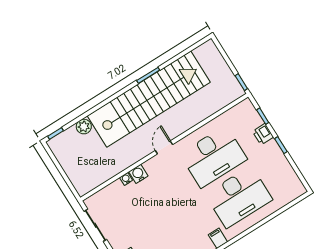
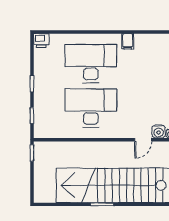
printer: (263, 134) -> (41, 41), moved, turned 90
door: (164, 147) -> (143, 140), moved

